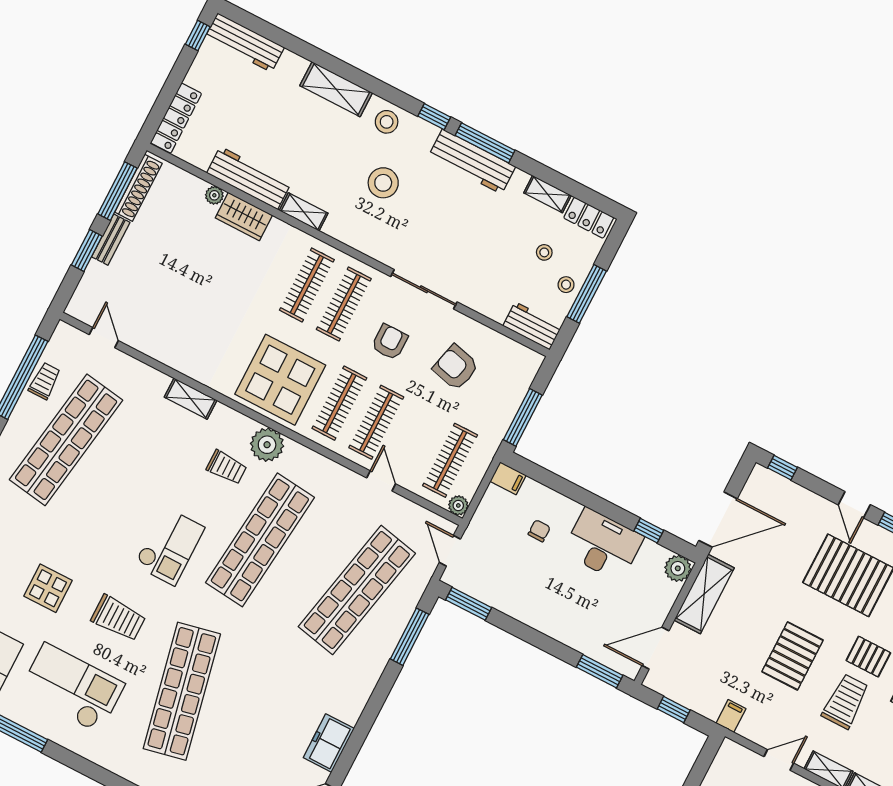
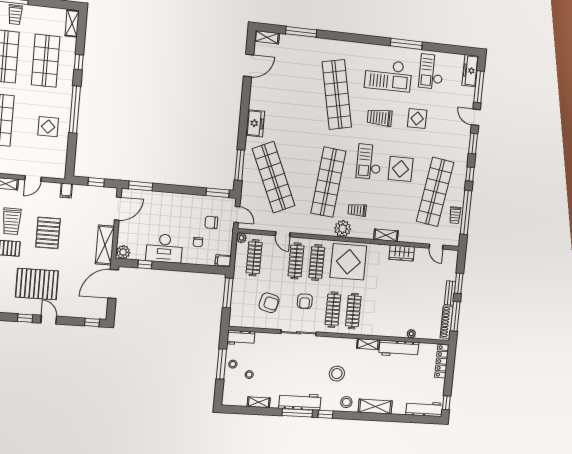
wardrobe: (244, 217) -> (402, 253), moved, turned 180
locker: (589, 218) -> (235, 400), removed
display table: (115, 509) -> (401, 169), added
chair: (501, 556) -> (211, 222), added
shop shelf: (357, 590) -> (274, 177), turned -36
freezer: (329, 743) -> (255, 123), moved

